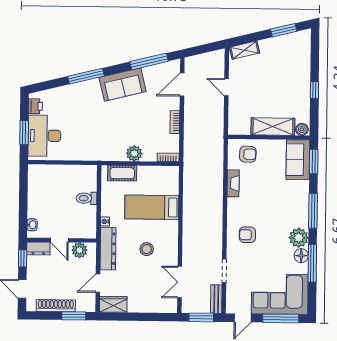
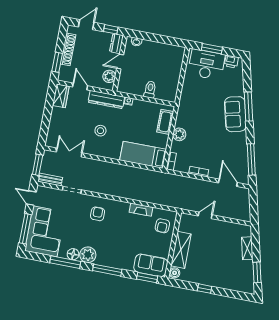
shelving: (244, 50) -> (247, 248), moved
sofa: (123, 85) -> (235, 114), moved
door: (226, 87) -> (205, 215), moved
bed: (152, 207) -> (143, 155), moved, turned -90

